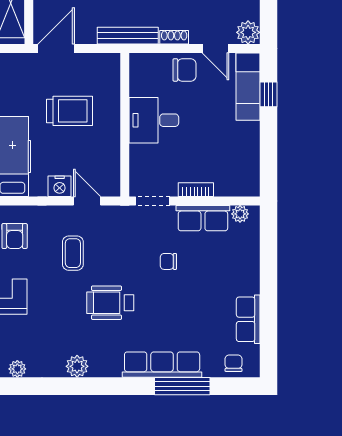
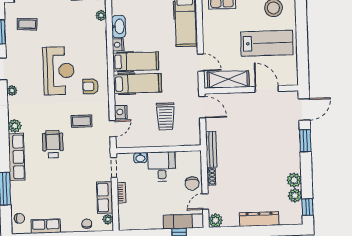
washbasin: (138, 156) -> (140, 158), added
chair: (168, 261) -> (87, 224), moved
row of seats: (162, 365) -> (17, 157), moved

